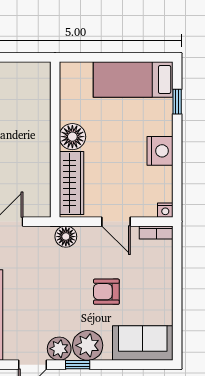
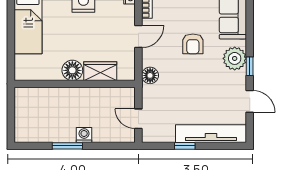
wardrobe: (71, 183) -> (100, 71), width x0.67
plant: (59, 349) -> (237, 81), removed

